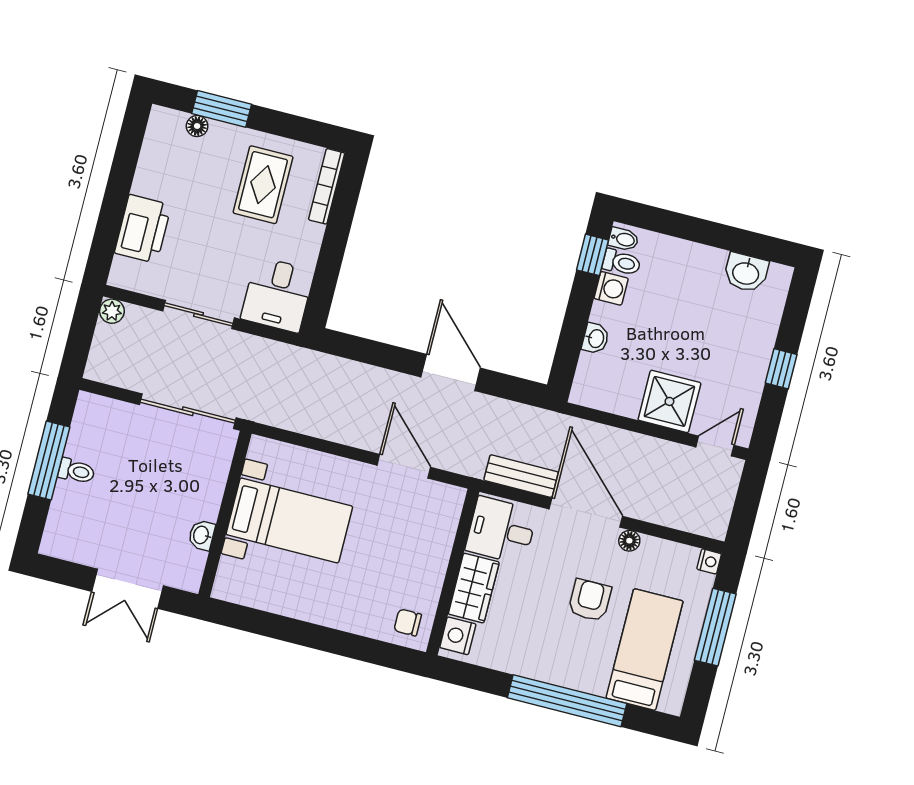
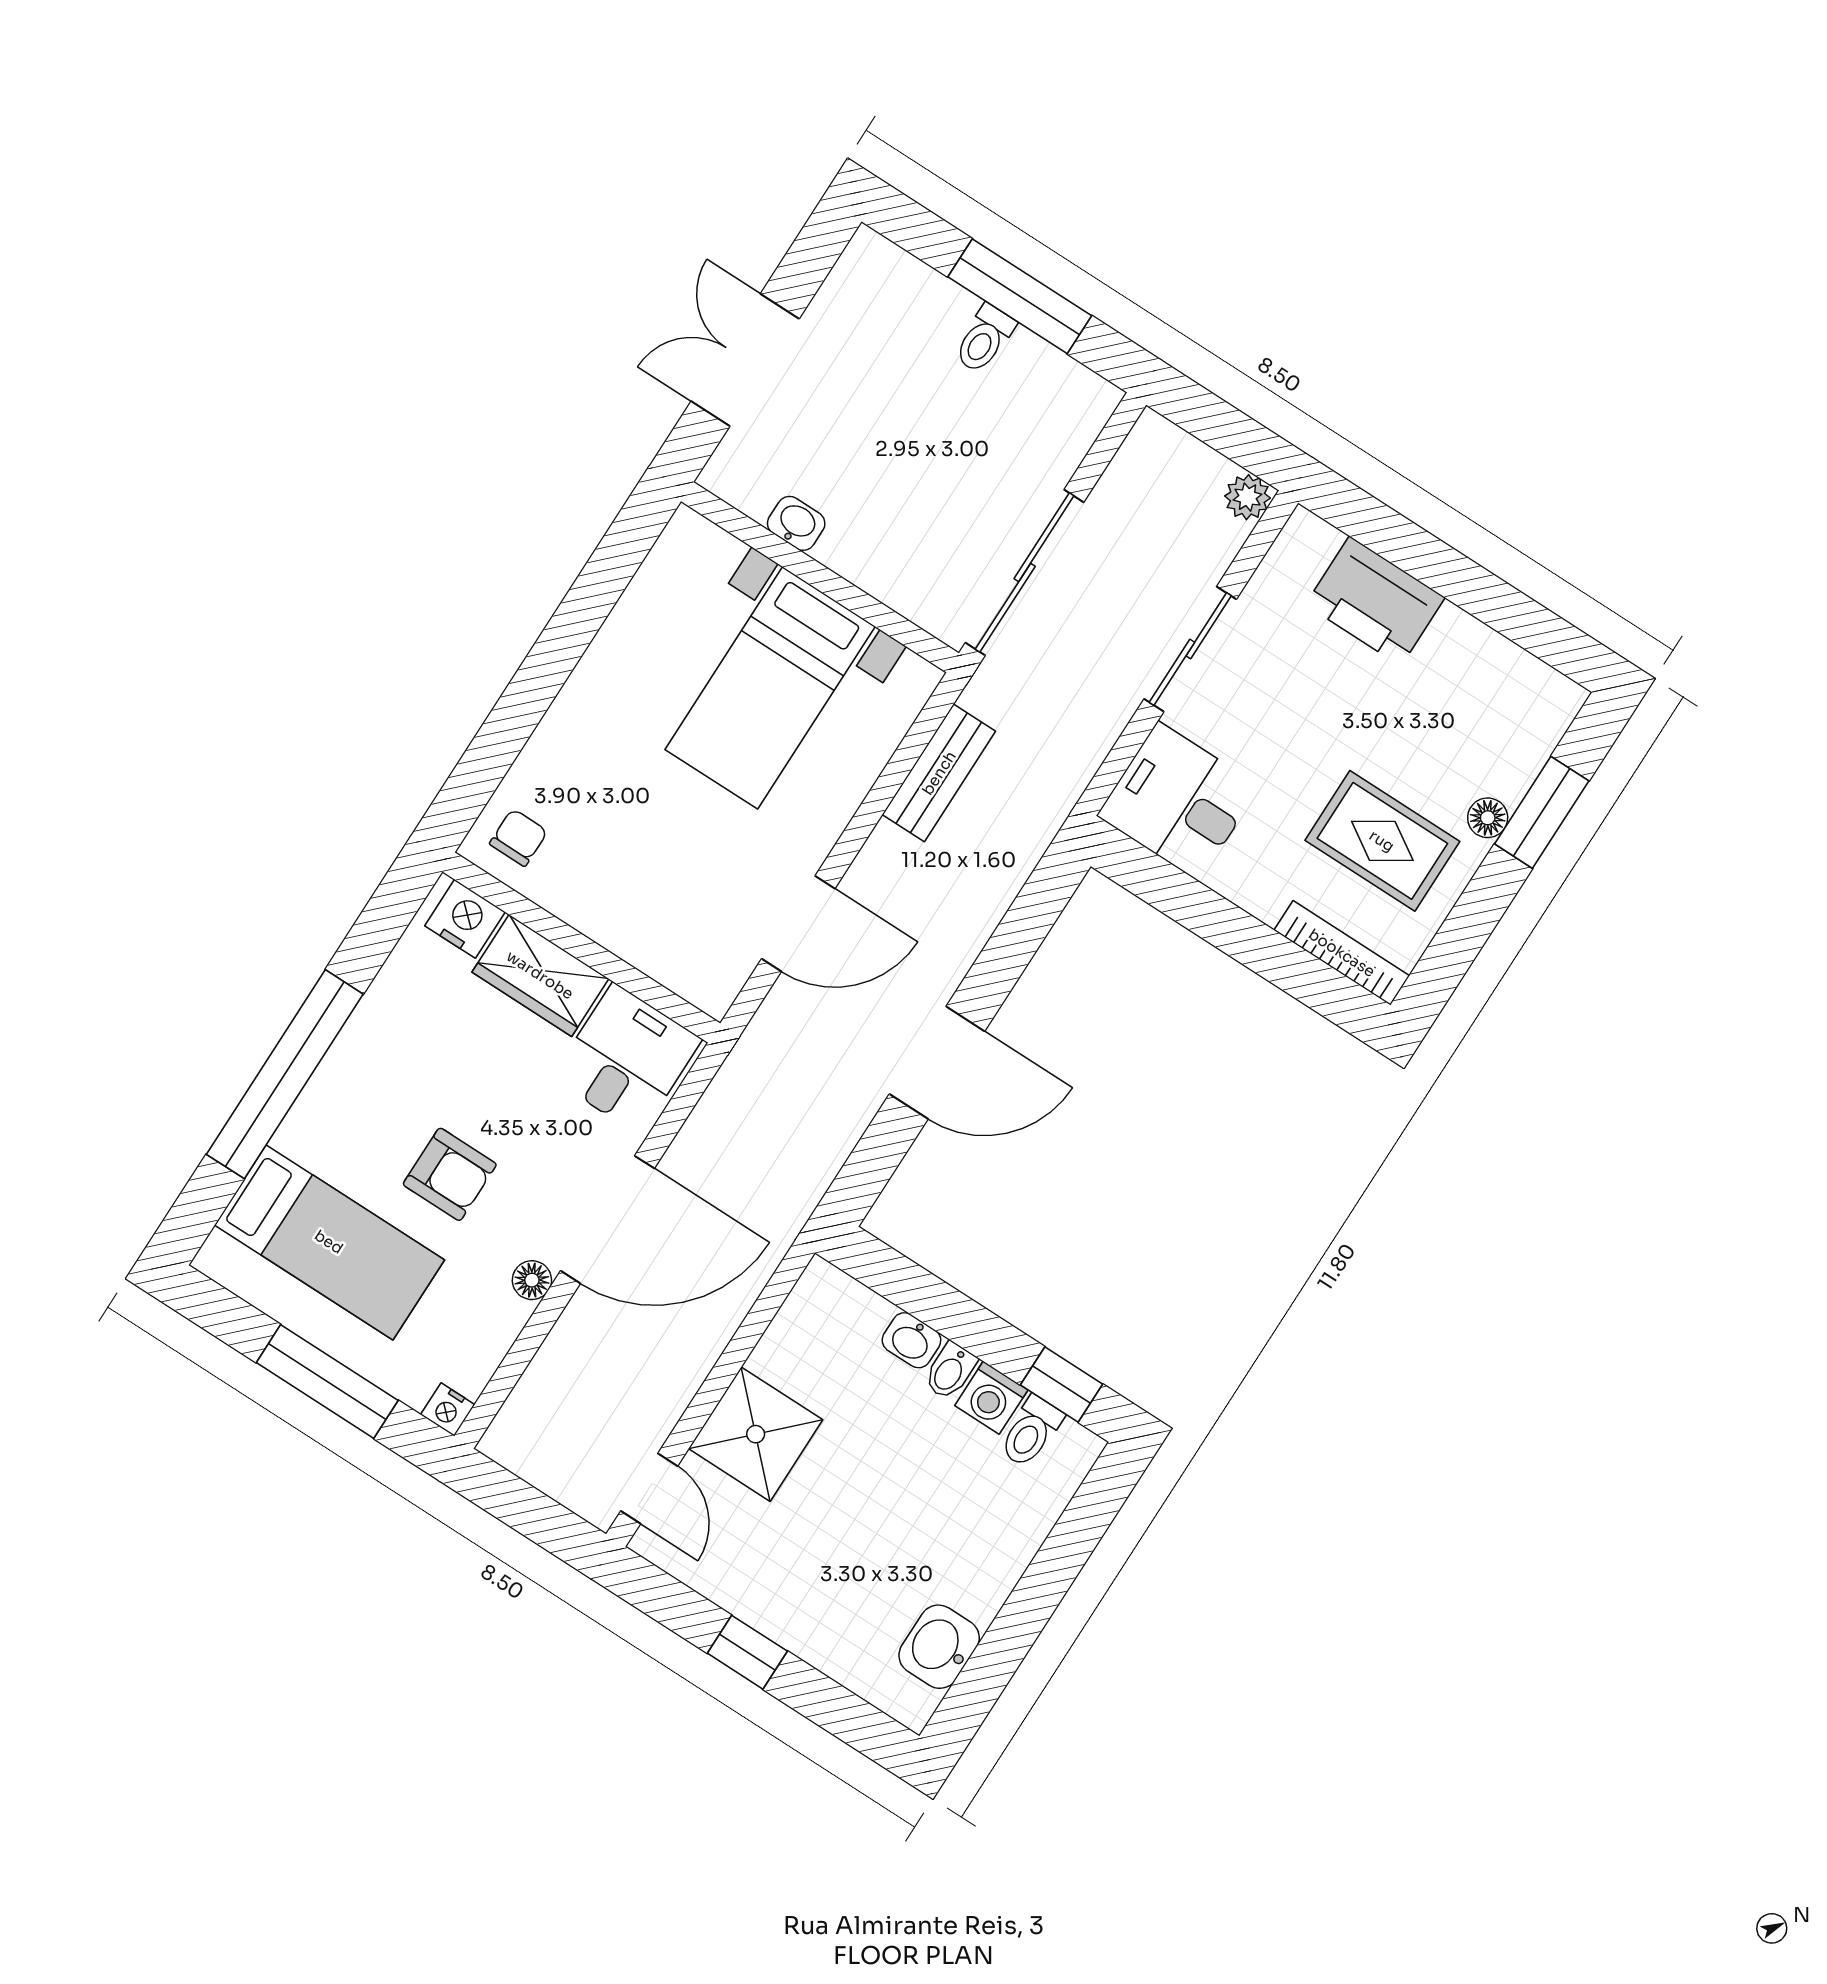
floor lamp: (197, 126) -> (1488, 818), moved
bidet: (624, 239) -> (950, 1371), moved
bench: (521, 476) -> (939, 773), moved

